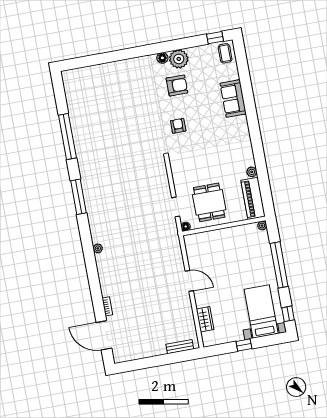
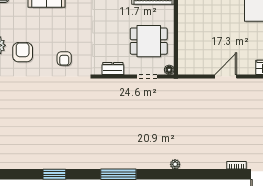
armchair: (178, 126) -> (64, 59), turned -90
window: (67, 137) -> (54, 174), width x0.47
dresser: (177, 173) -> (113, 68), added

